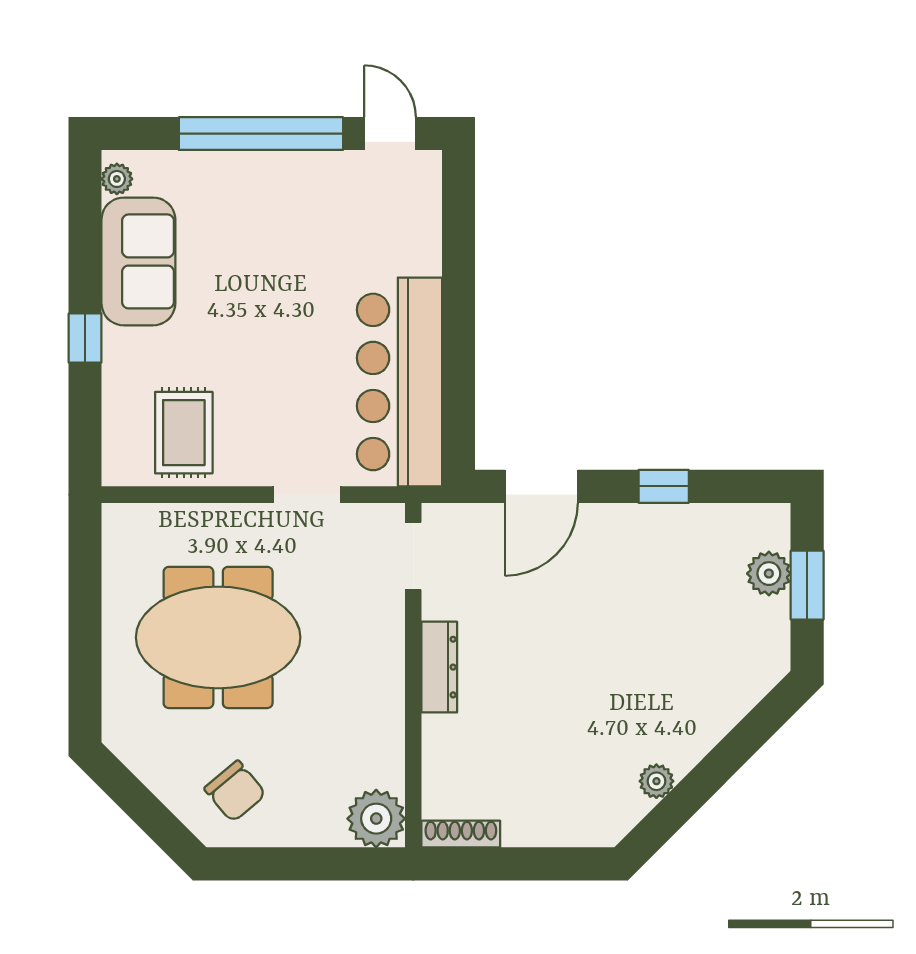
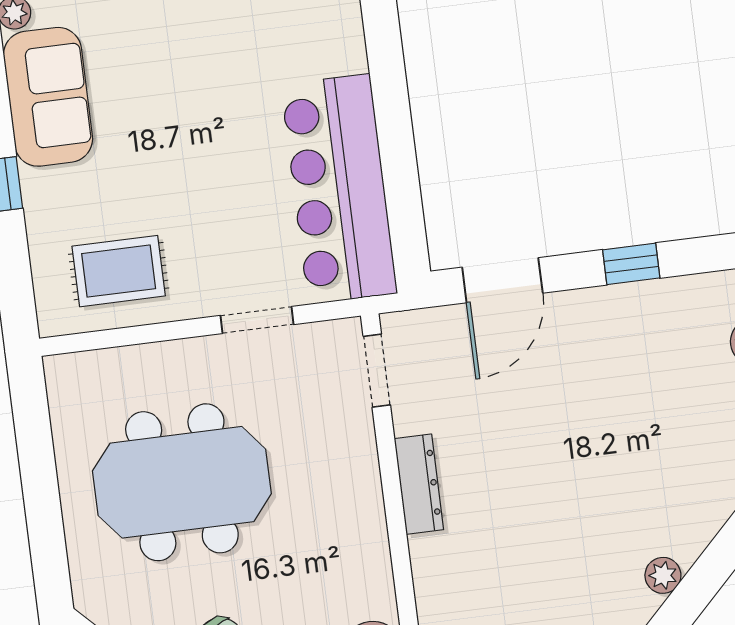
rug: (184, 433) -> (119, 271), turned 90

